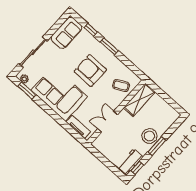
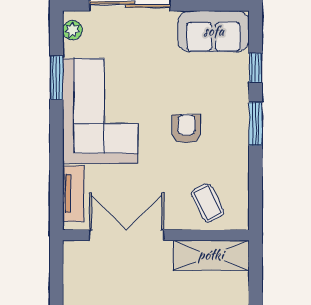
armchair: (90, 71) -> (186, 129), width x0.53, depth x0.53
window: (27, 91) -> (56, 78), moved
double door: (108, 122) -> (127, 235), width x1.37

